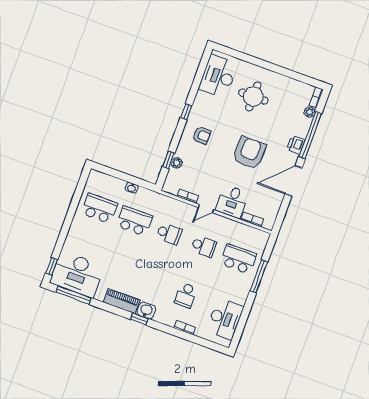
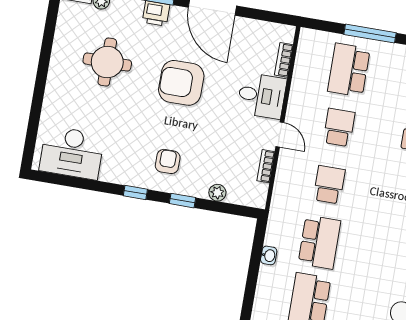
round table: (253, 97) -> (107, 62), moved
window: (169, 160) -> (182, 201), moved
school desk: (134, 221) -> (319, 242), turned 180

